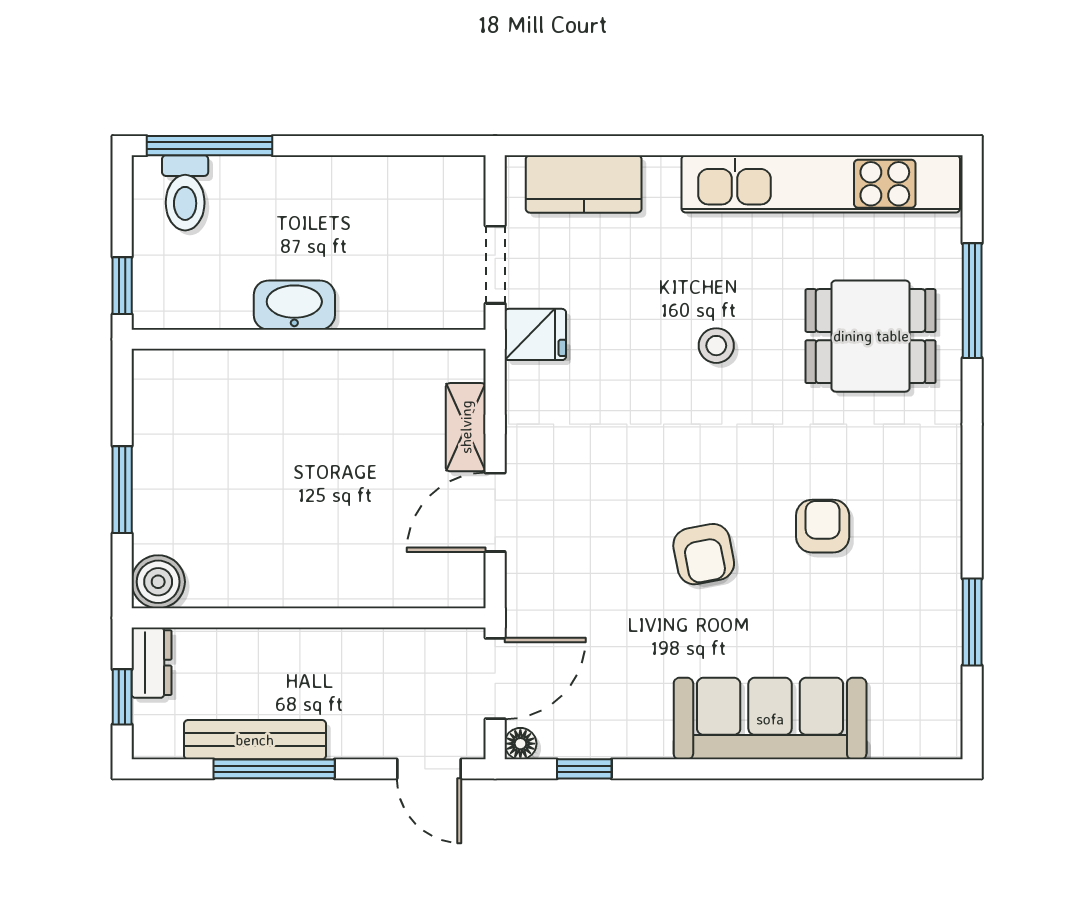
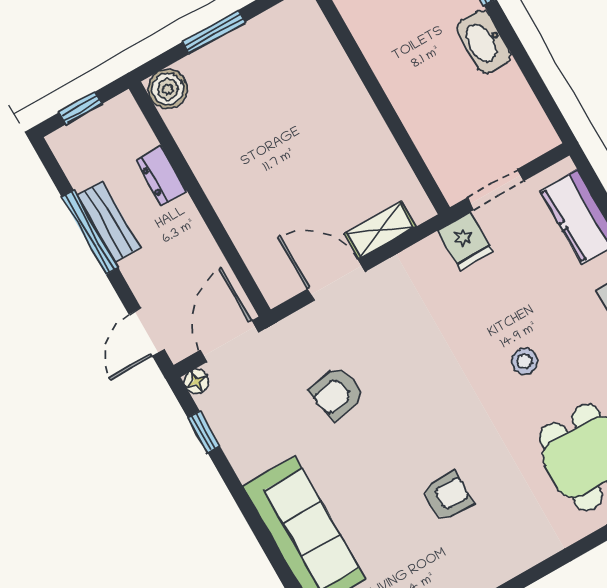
washbasin: (294, 305) -> (484, 42), moved, turned 180
armchair: (704, 554) -> (337, 393), moved
dresser: (151, 663) -> (161, 176), moved, turned 90
door: (495, 679) -> (229, 341), swing flipped
bench: (255, 740) -> (109, 221), width x0.73

